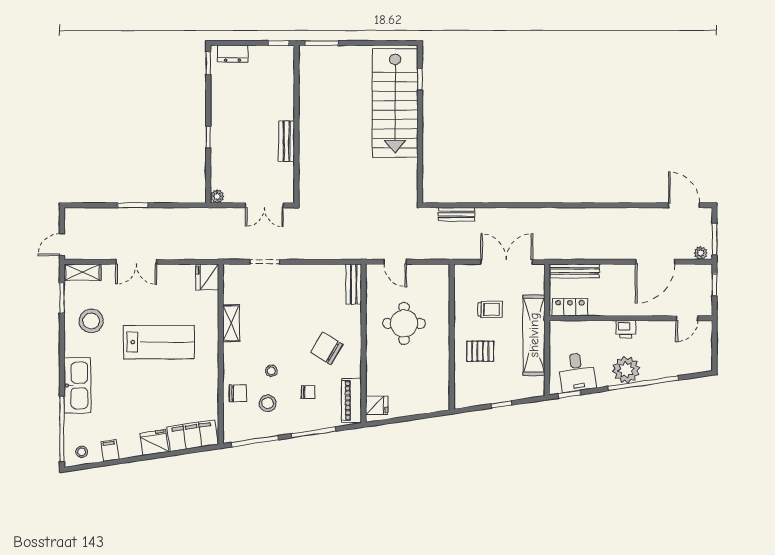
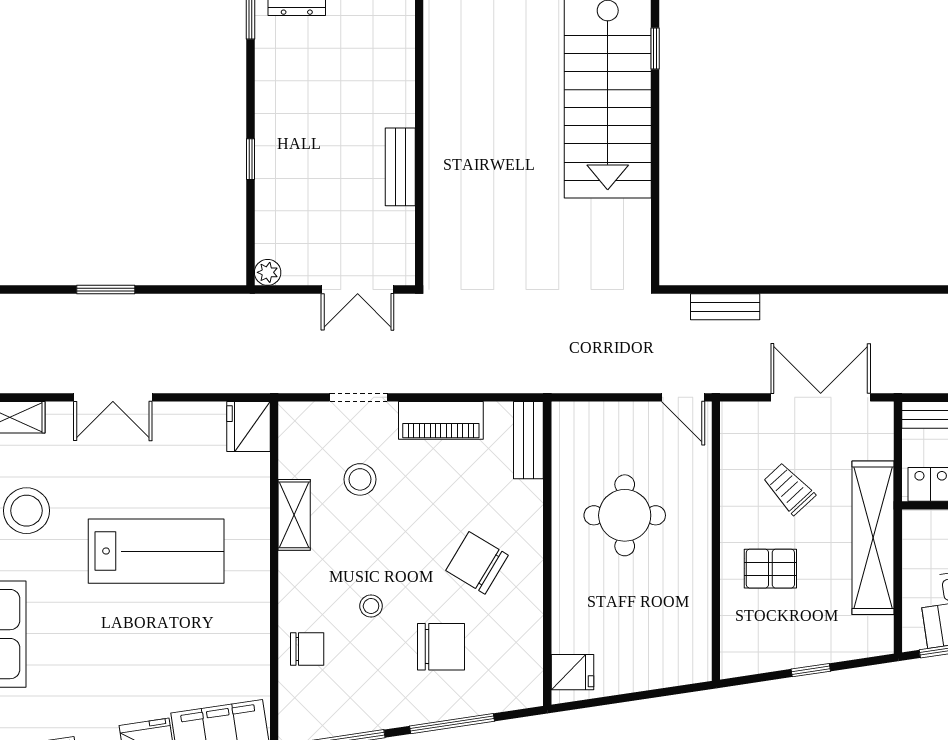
door: (395, 262) -> (683, 397), moved
trolley: (490, 309) -> (789, 489), turned -133
chair: (308, 392) -> (441, 647), width x1.87, depth x1.87
piano: (352, 400) -> (441, 420), moved, turned -90
stool: (268, 403) -> (360, 479), moved

